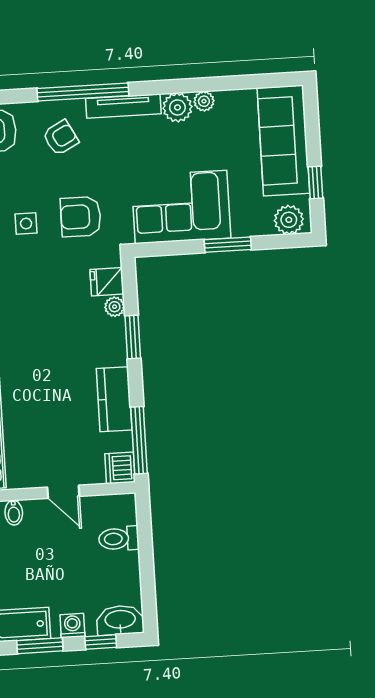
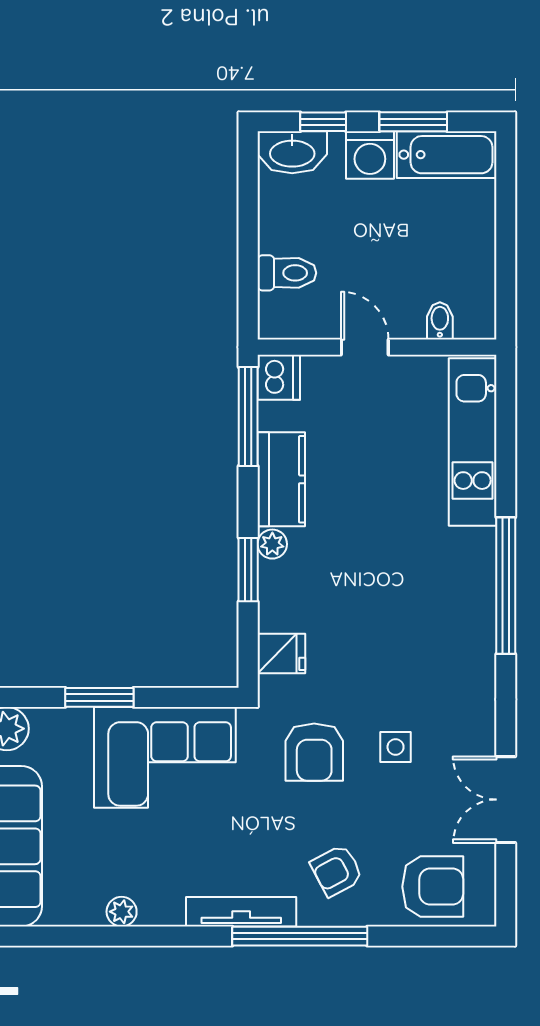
plant: (177, 107) -> (161, 905), removed
armchair: (81, 217) -> (314, 752), turned 90
plant: (115, 307) -> (272, 544), moved
washing machine: (72, 626) -> (370, 155), width x1.38, depth x1.38

